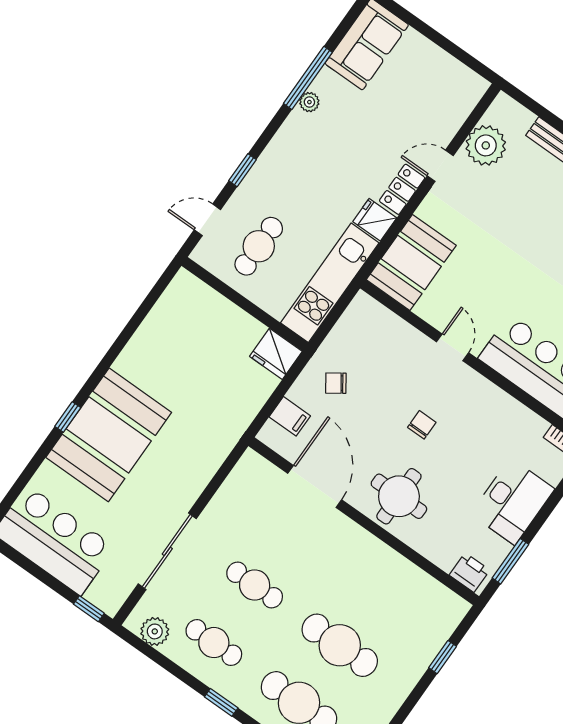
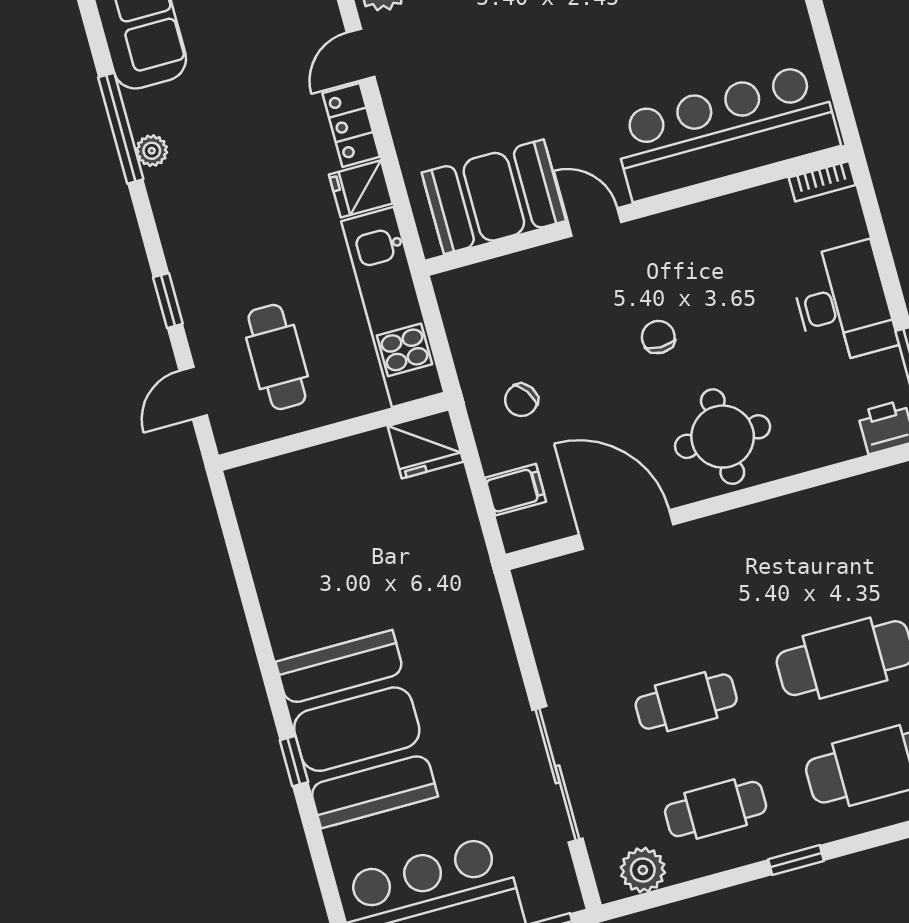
booth: (411, 262) -> (494, 197), moved, turned 90

